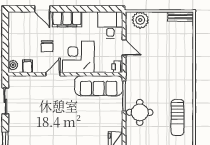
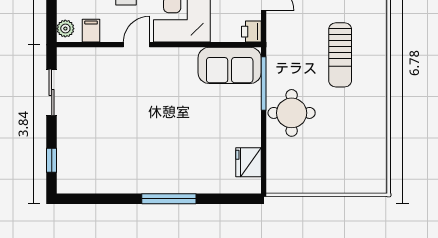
sofa: (99, 86) -> (230, 65), width x0.73
sun lounger: (177, 118) -> (340, 55), moved

